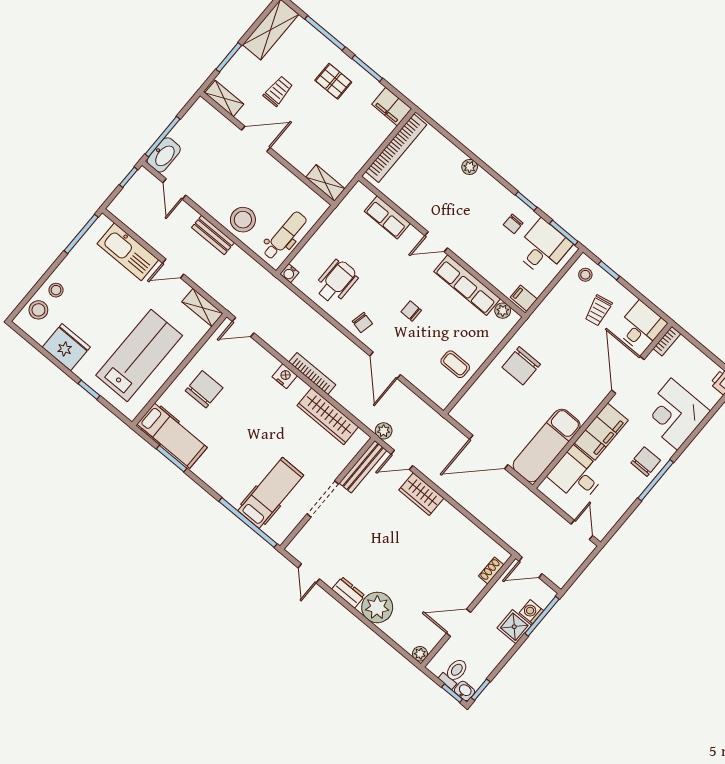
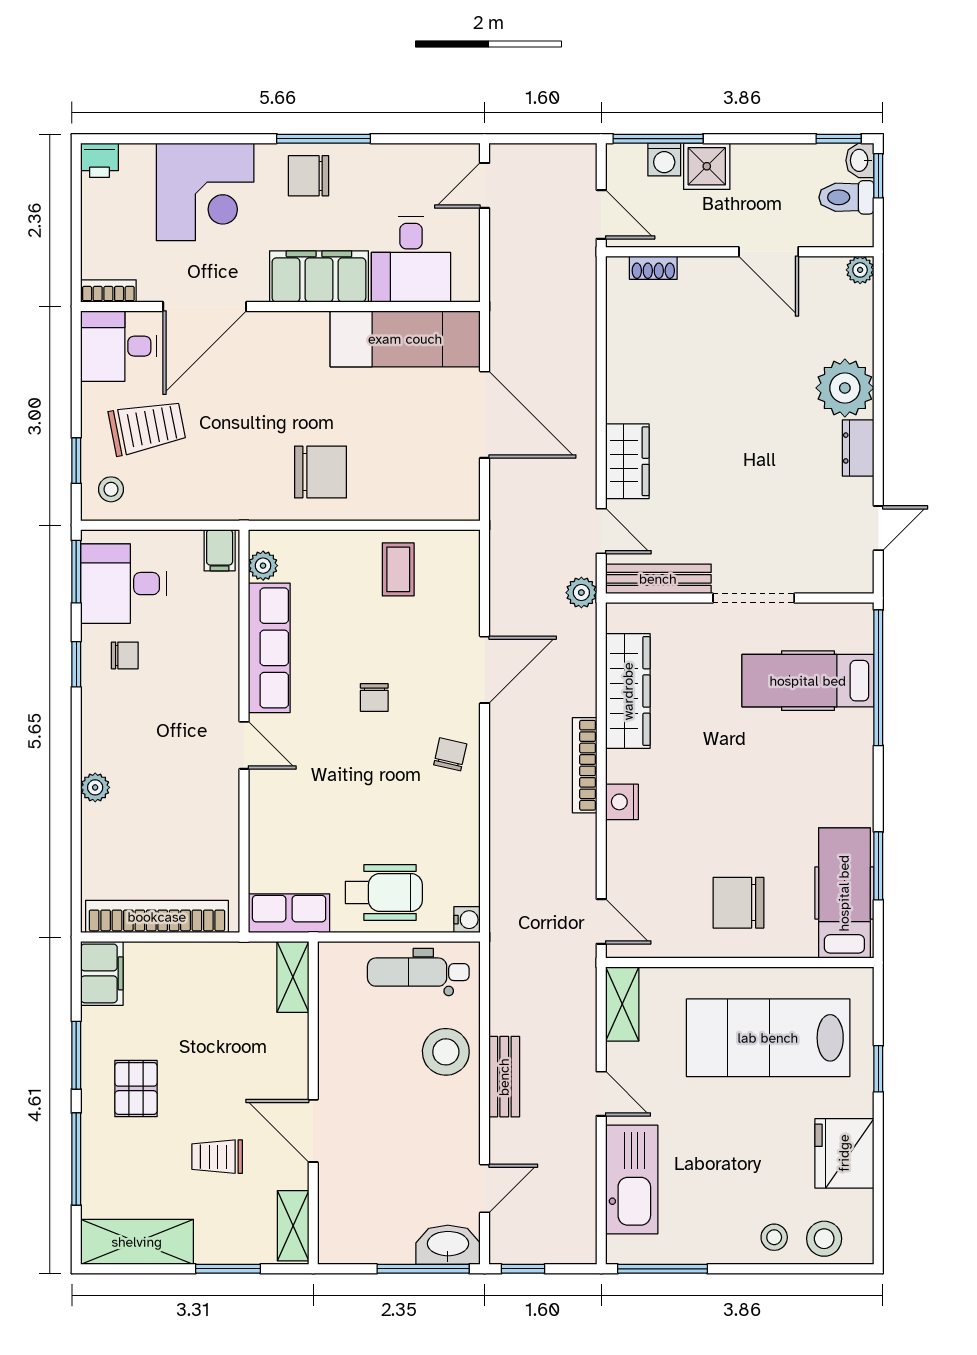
row of seats: (387, 217) -> (289, 913), moved, turned -90
wheelchair: (336, 282) -> (384, 892), moved, turned 180
trolley: (598, 310) -> (147, 427), width x1.36, depth x1.39

